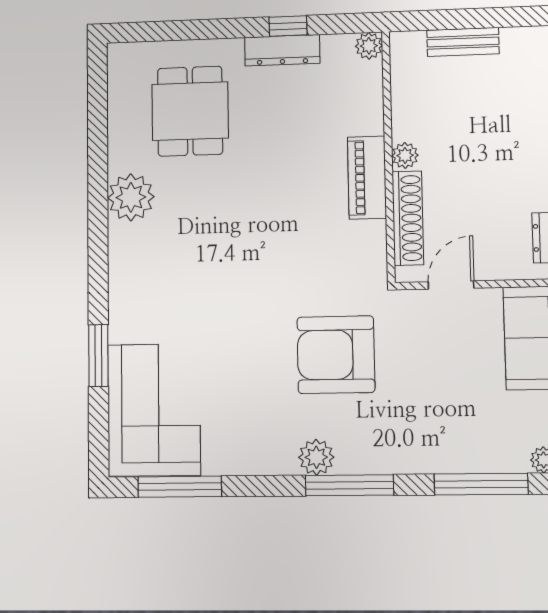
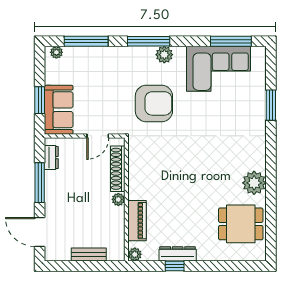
dining table: (190, 111) -> (241, 224), moved, turned 90
piano: (367, 178) -> (137, 221), moved
corner sofa: (154, 410) -> (219, 69), moved, turned -90

